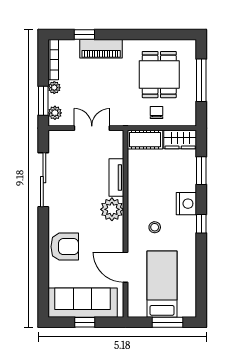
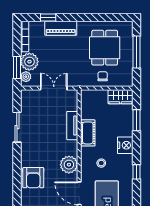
plant: (54, 88) -> (29, 62), width x1.87, depth x1.87
cot: (145, 140) -> (88, 133), moved, turned 90
sliding door: (43, 180) -> (17, 127), width x0.73
plant: (112, 209) -> (69, 165), moved
window: (201, 224) -> (136, 172), moved
armchair: (65, 247) -> (33, 178), turned 90

